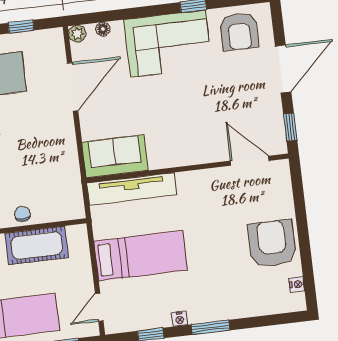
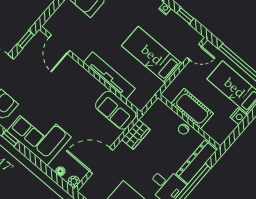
wardrobe: (66, 154) -> (136, 135), added
tv unit: (132, 189) -> (109, 75), moved

